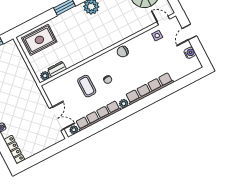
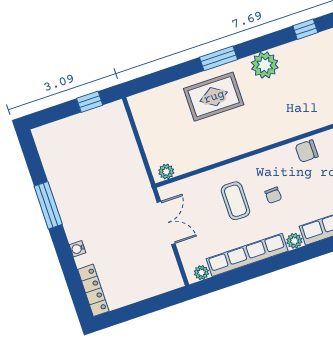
rug: (39, 40) -> (214, 97), moved
dresser: (57, 69) -> (189, 163), removed
double door: (57, 119) -> (166, 223), moved

